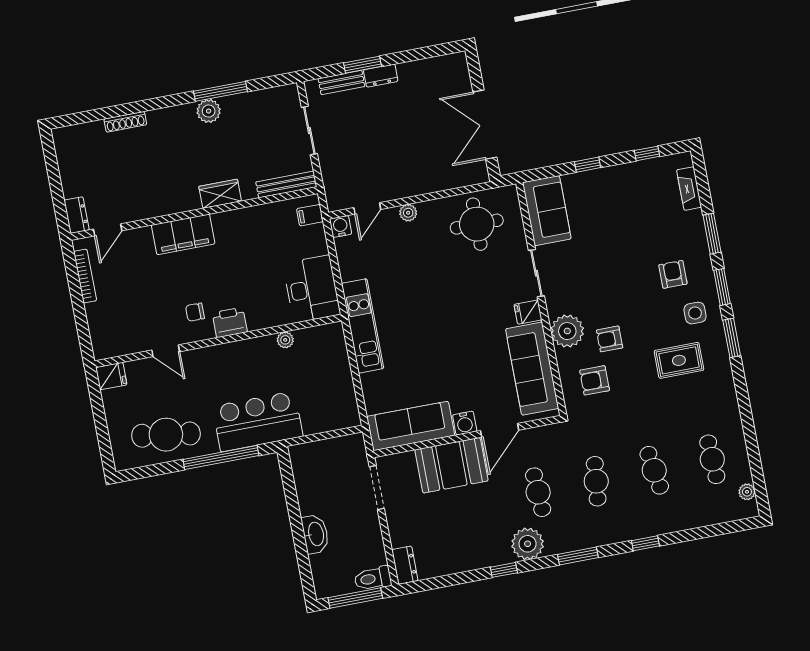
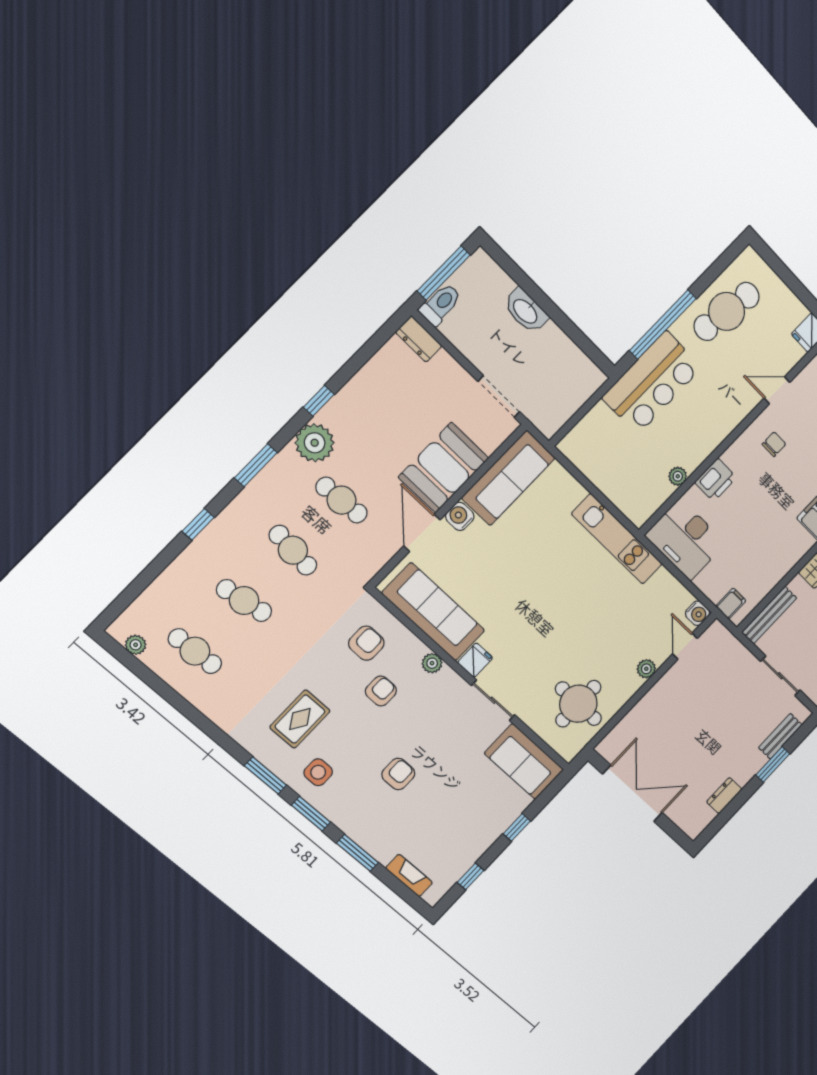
dresser: (381, 76) -> (724, 796), moved
armchair: (673, 274) -> (398, 774), moved, turned -90
printer: (230, 322) -> (716, 480), moved
plant: (567, 331) -> (432, 663), width x0.53, depth x0.53

